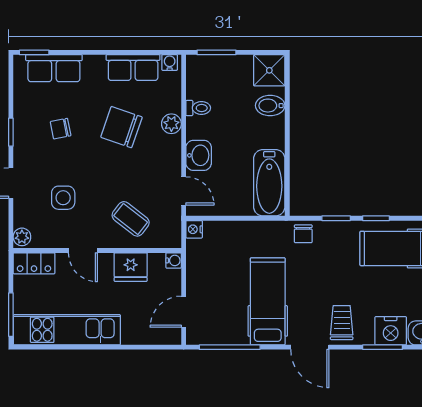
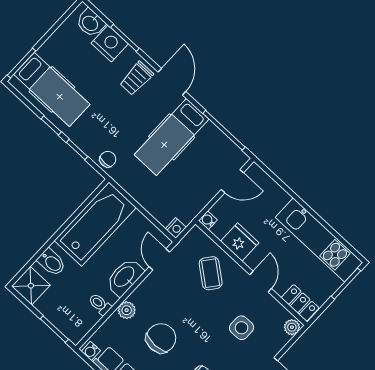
chair: (121, 127) -> (161, 338), turned -109
washbasin: (199, 155) -> (125, 277), width x1.38
bathtub: (269, 183) -> (95, 224), width x1.36, depth x1.36

